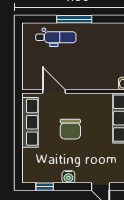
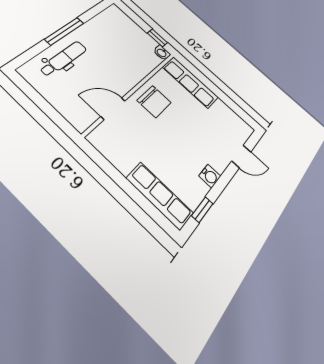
row of seats: (30, 122) -> (160, 196), moved
chair: (70, 129) -> (154, 102), moved

